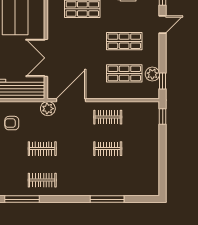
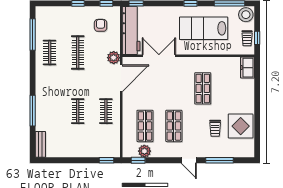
door: (71, 100) -> (121, 78), hinge flipped
clothes rail: (42, 149) -> (78, 52), width x1.36
bench: (145, 190) -> (40, 144), added

